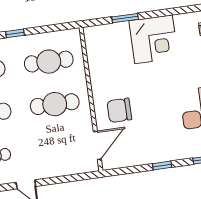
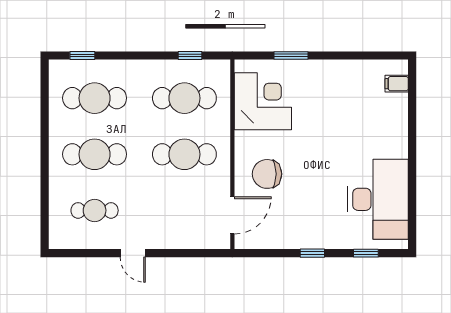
window: (15, 33) -> (190, 56), moved
corner desk: (154, 39) -> (263, 101), moved, turned -90

